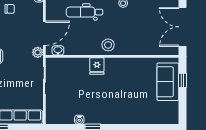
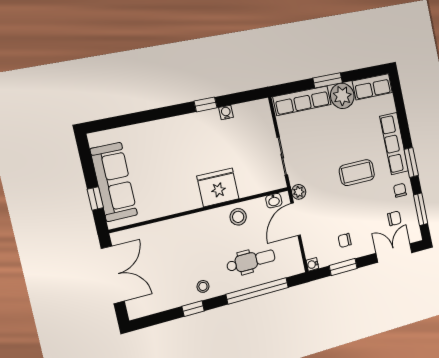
stool: (108, 45) -> (238, 217), moved
fridge: (97, 66) -> (218, 187), width x1.88, depth x1.34
sofa: (168, 82) -> (114, 182), width x1.36

